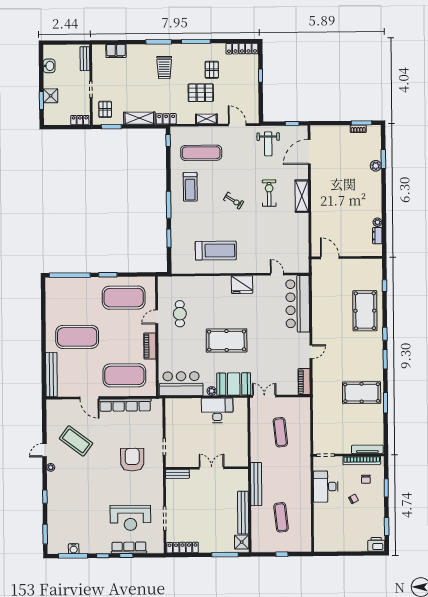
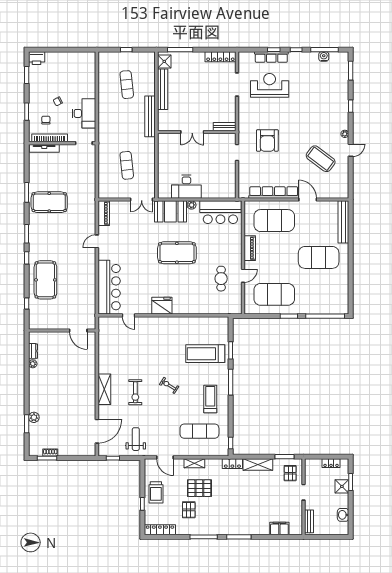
trolley: (164, 68) -> (156, 492), moved, turned 180
locker: (80, 120) -> (331, 463), moved
treadmill: (216, 251) -> (205, 354), moved

